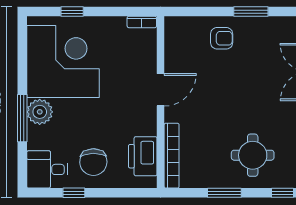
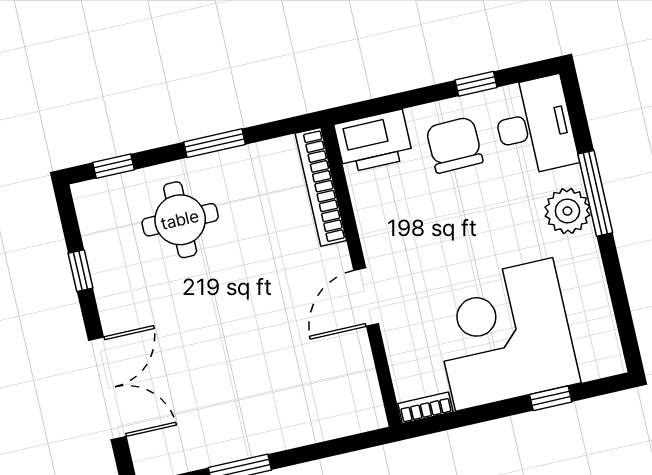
armchair: (222, 38) -> (280, 411), removed
corner desk: (63, 61) -> (504, 334), moved, turned 90
printer: (143, 156) -> (373, 141), moved, turned 90
desk: (47, 169) -> (535, 126), width x1.37

